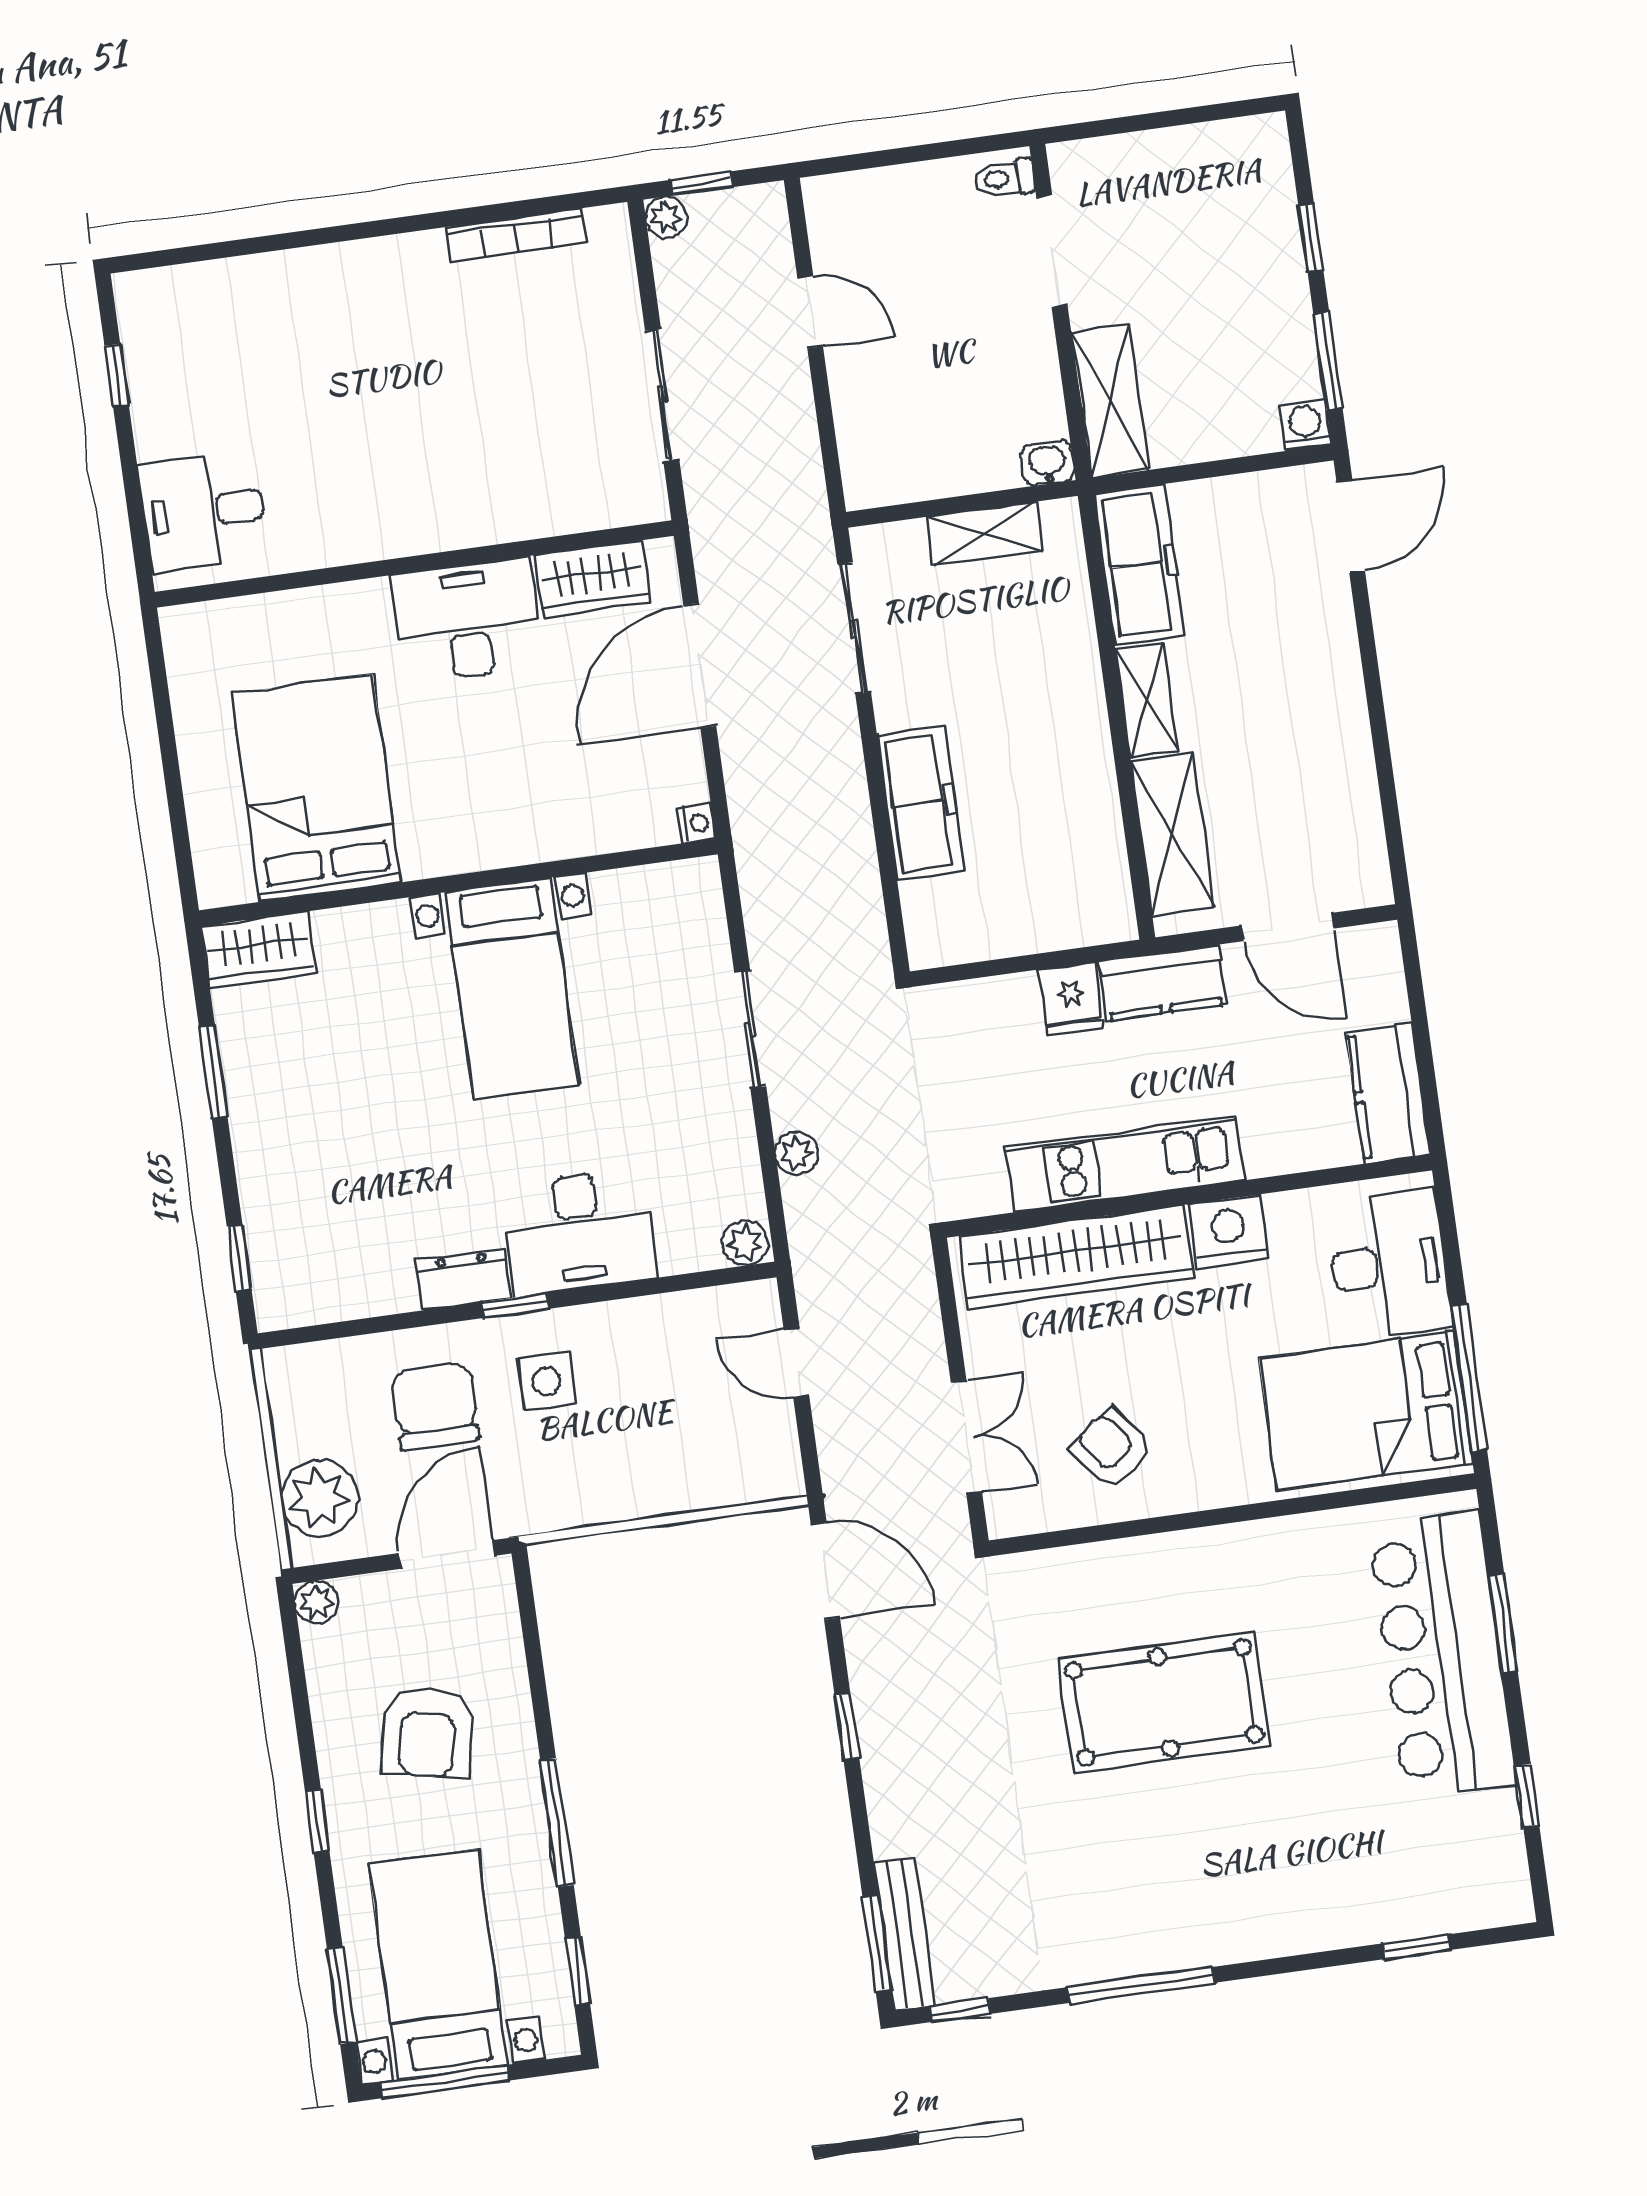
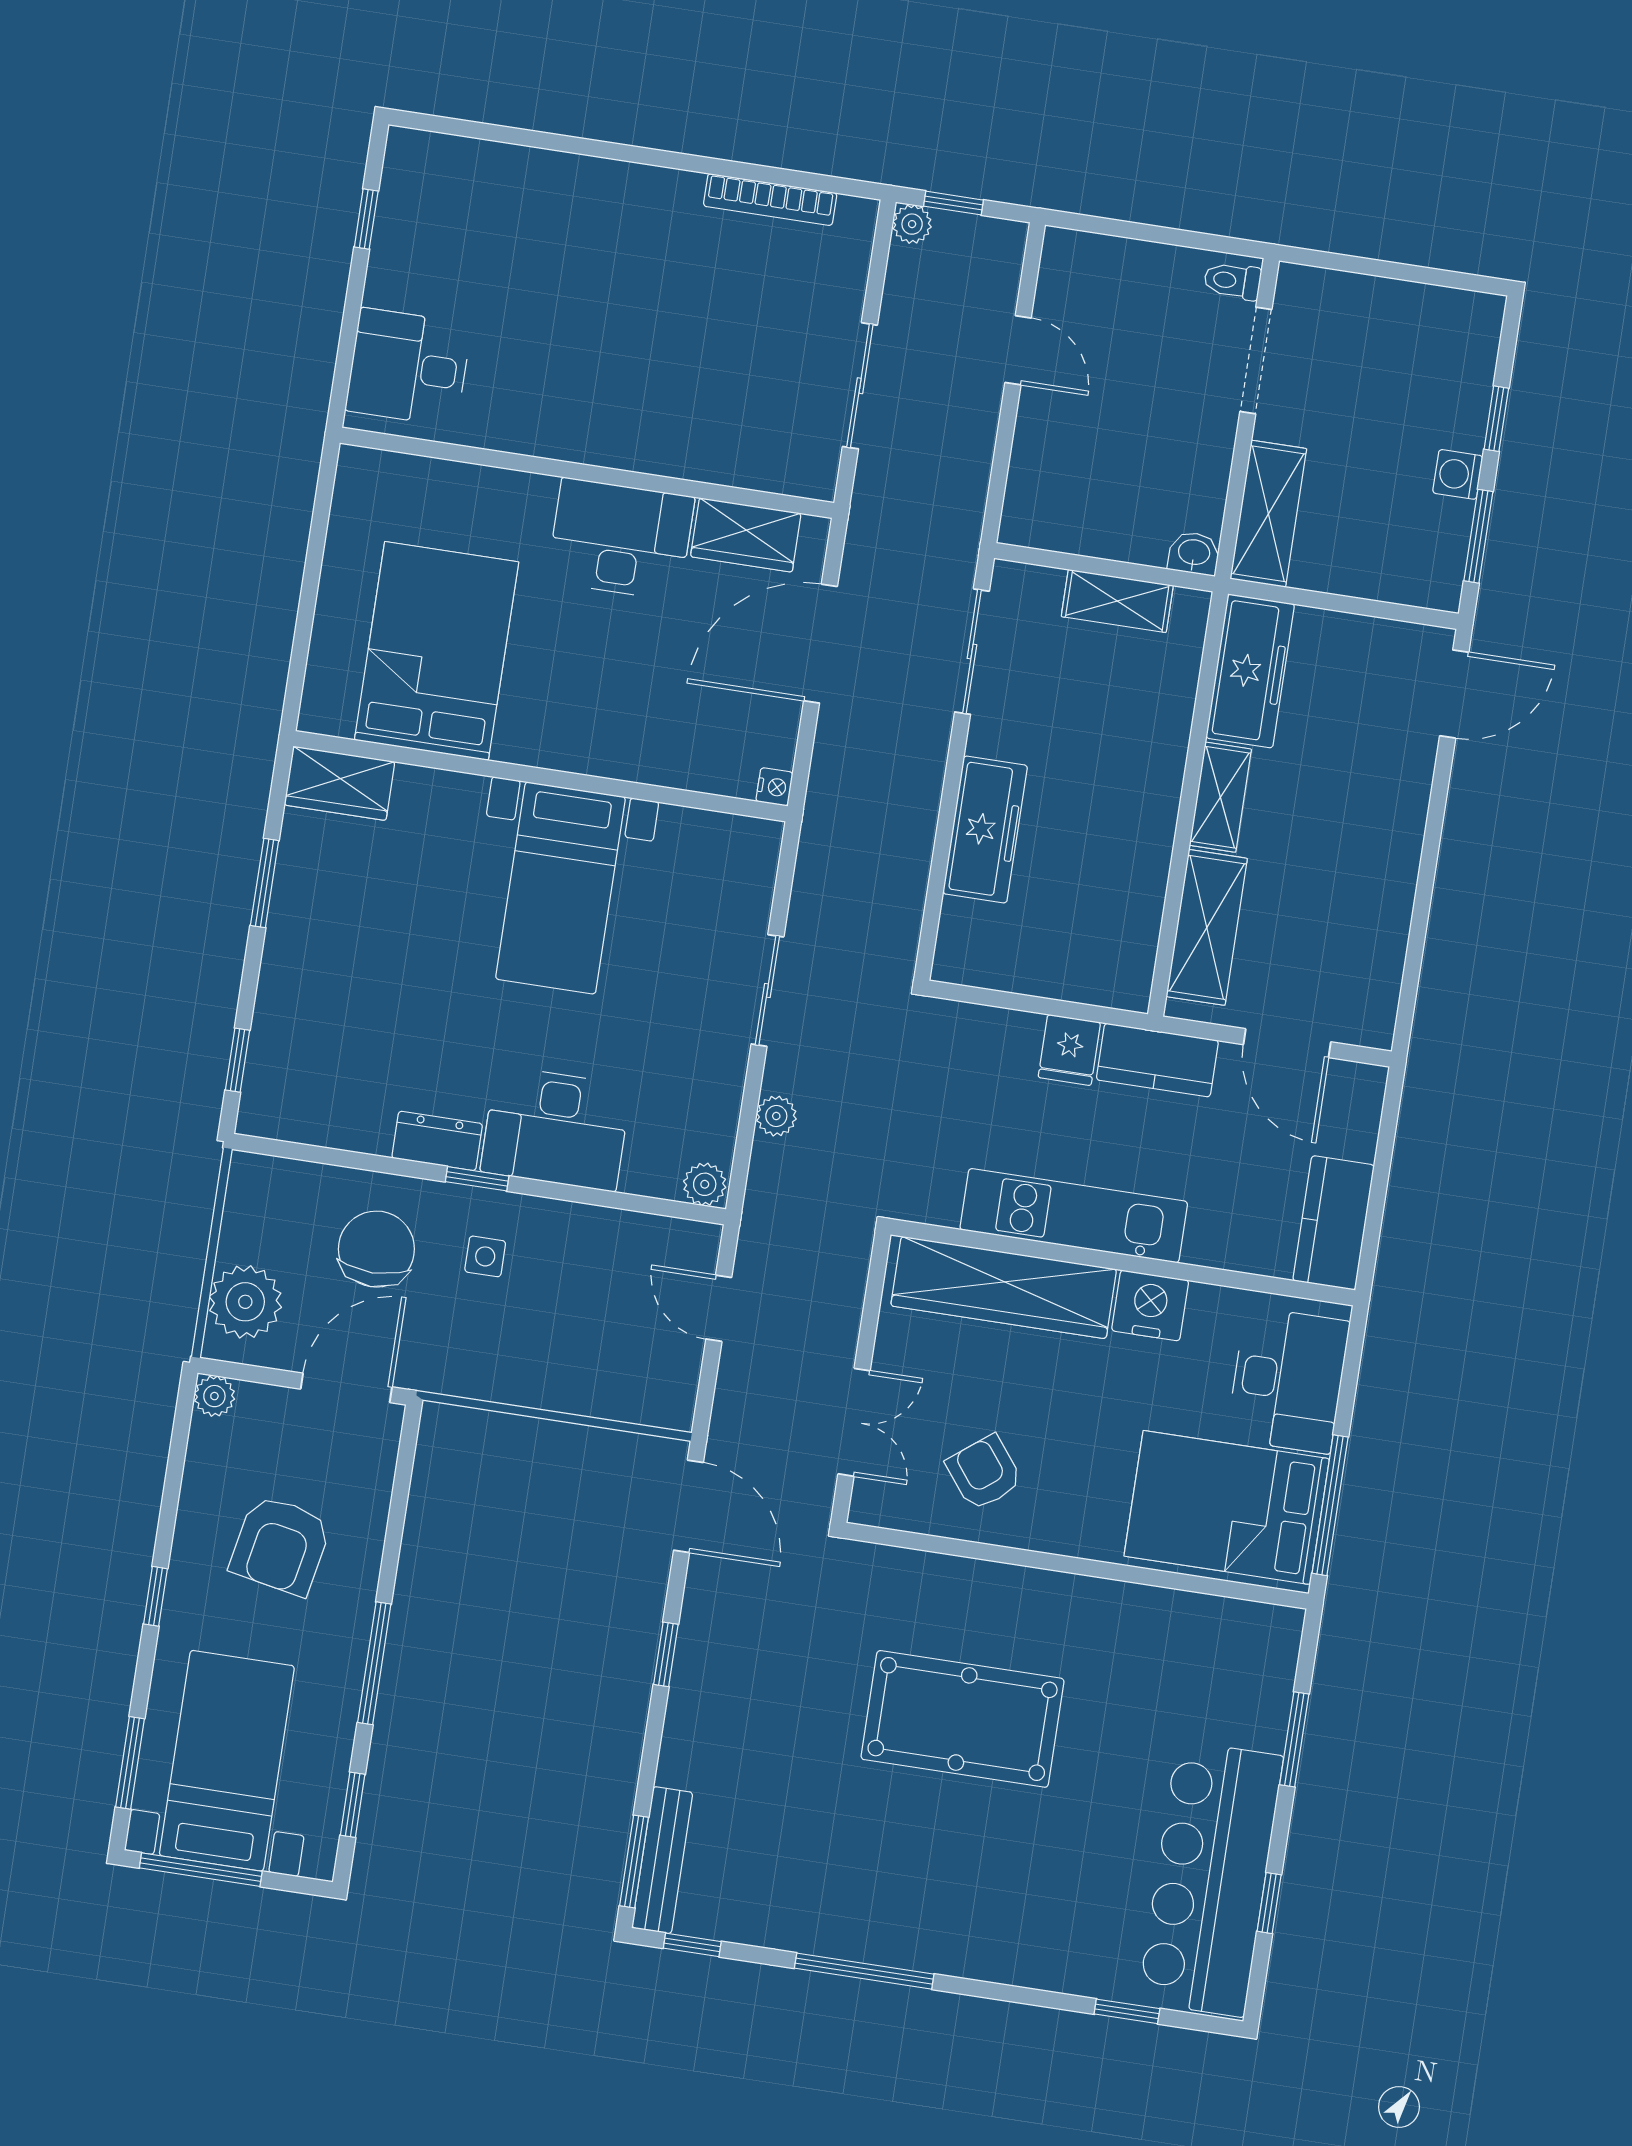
washing machine: (1305, 425) -> (1458, 474), moved, turned -90
side table: (546, 1381) -> (485, 1256), width x0.73, depth x0.73
bar counter: (1442, 1655) -> (1211, 1879), moved

